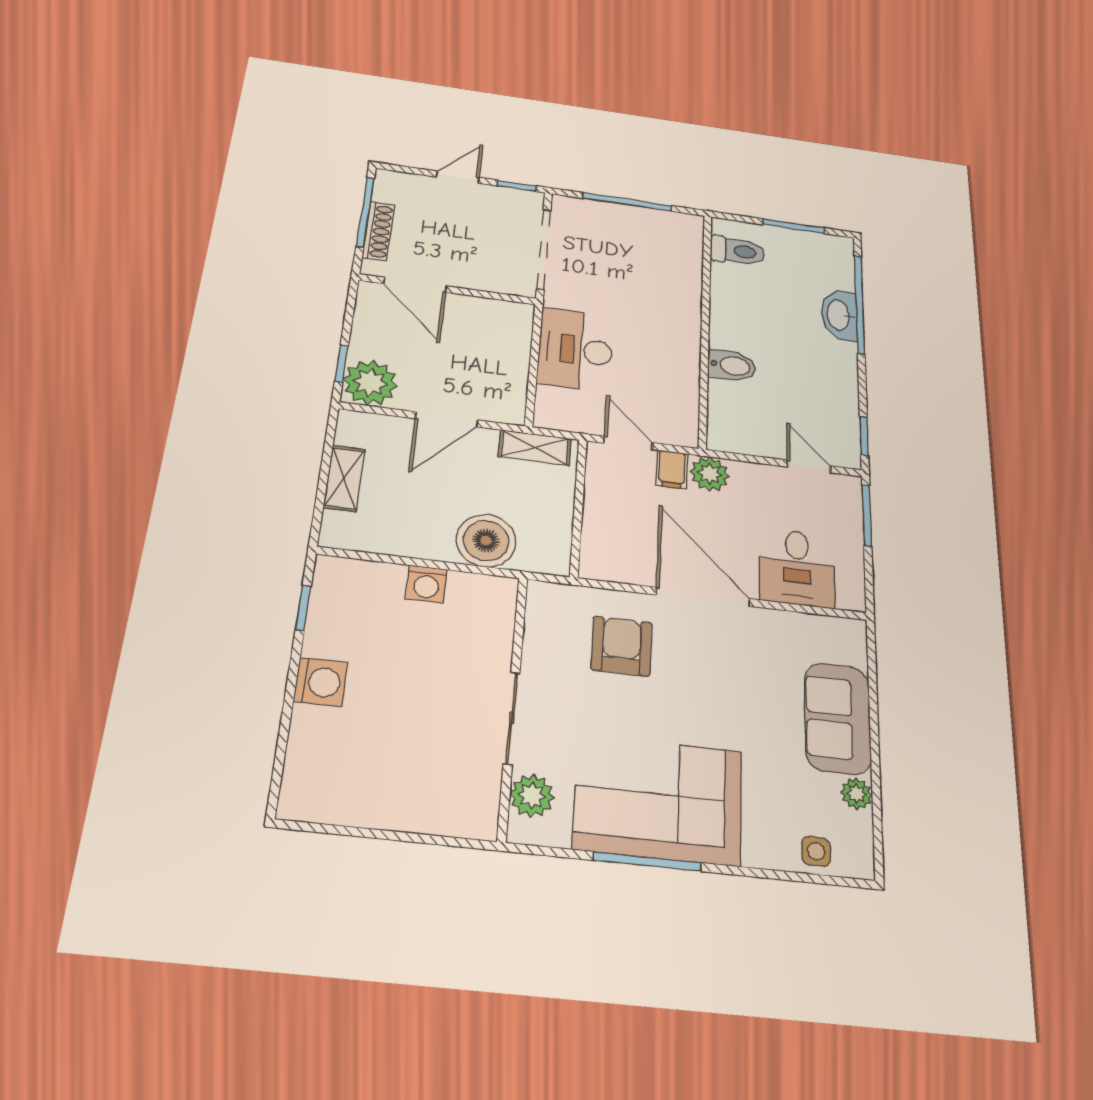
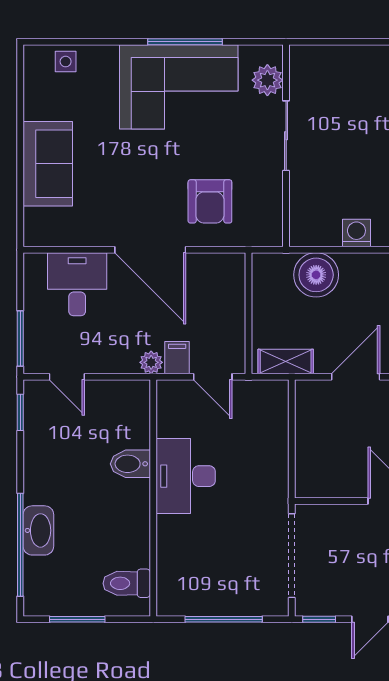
desk: (575, 350) -> (186, 476), moved, turned 180
plant: (710, 474) -> (151, 362), width x0.73, depth x0.73
plant: (857, 794) -> (35, 107), removed

